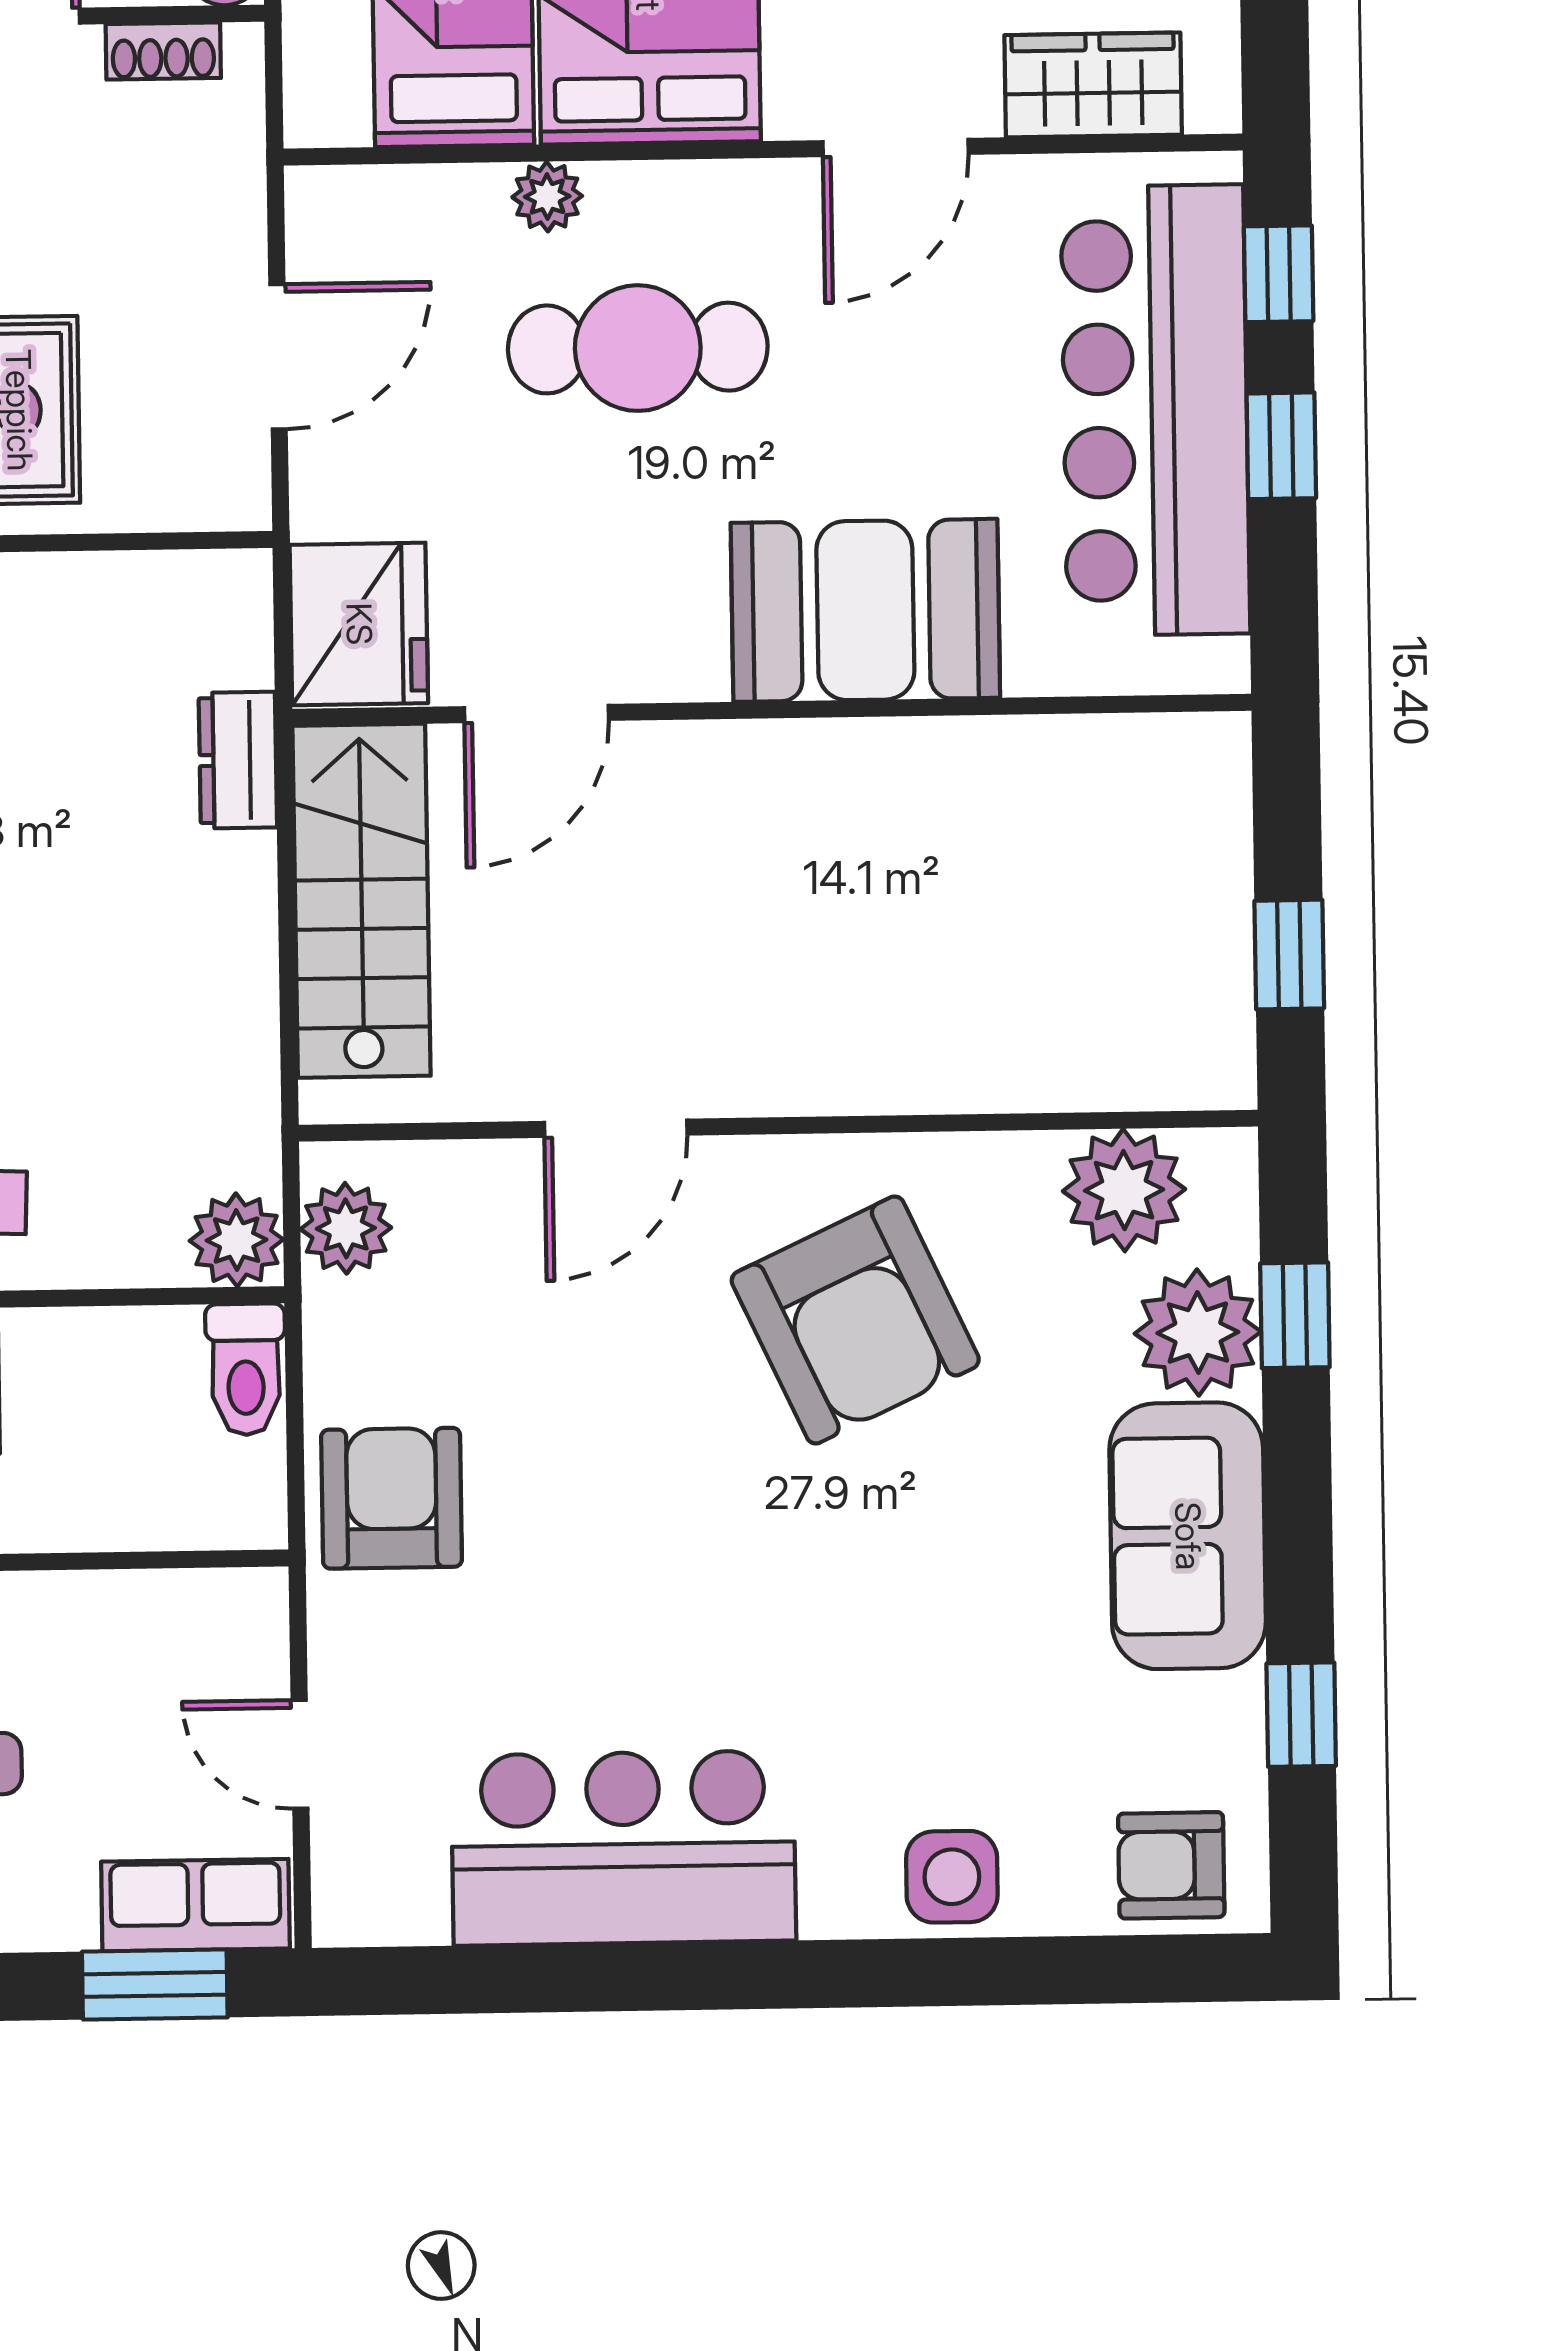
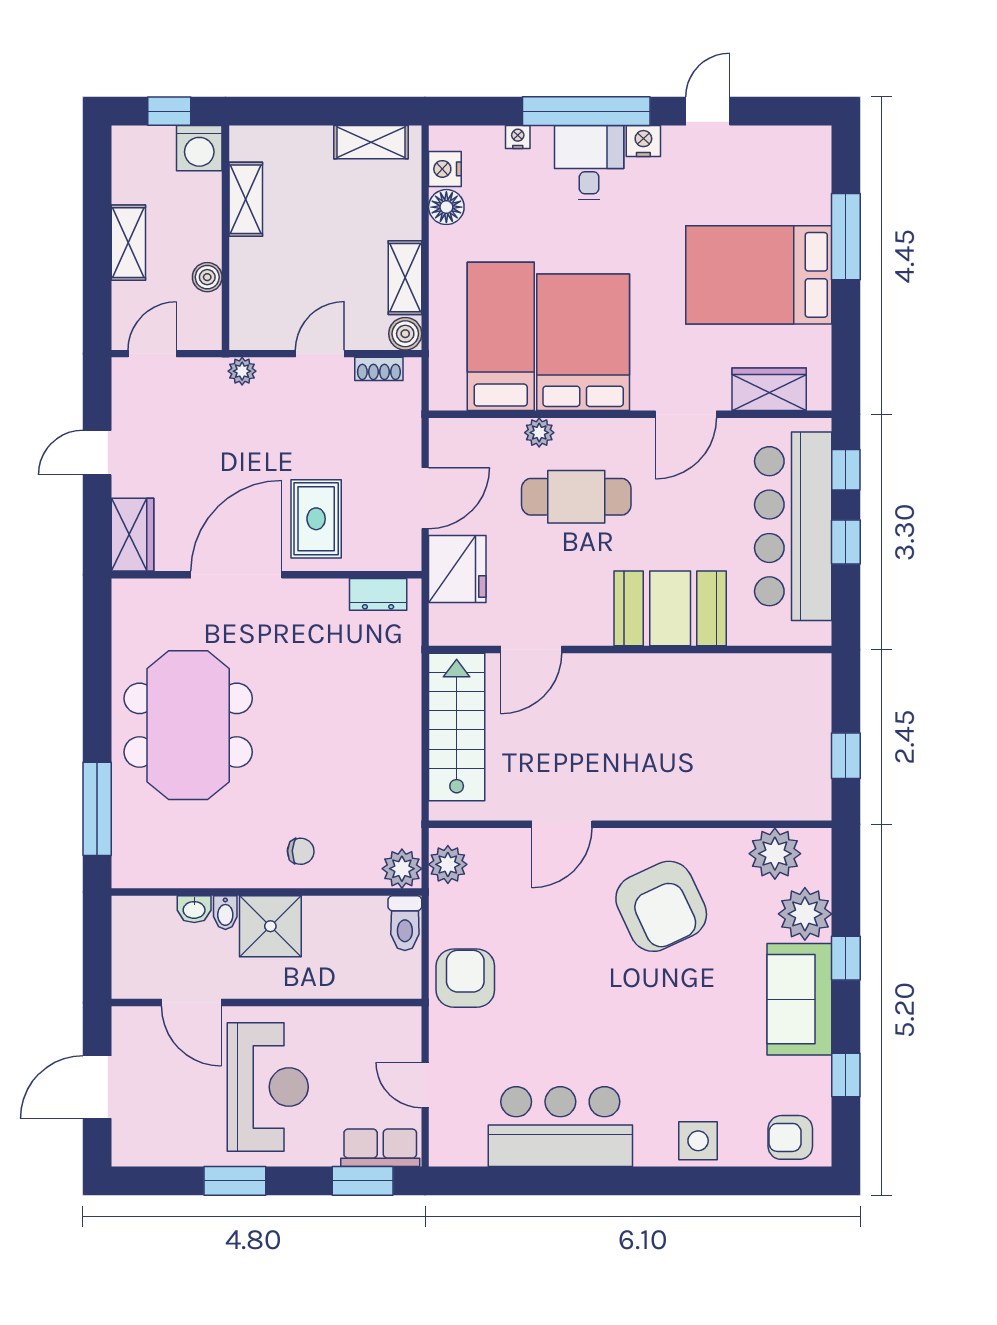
fridge: (359, 624) -> (457, 569), moved
dresser: (238, 760) -> (378, 594), moved, turned -90
window: (1295, 1315) -> (846, 958), moved

